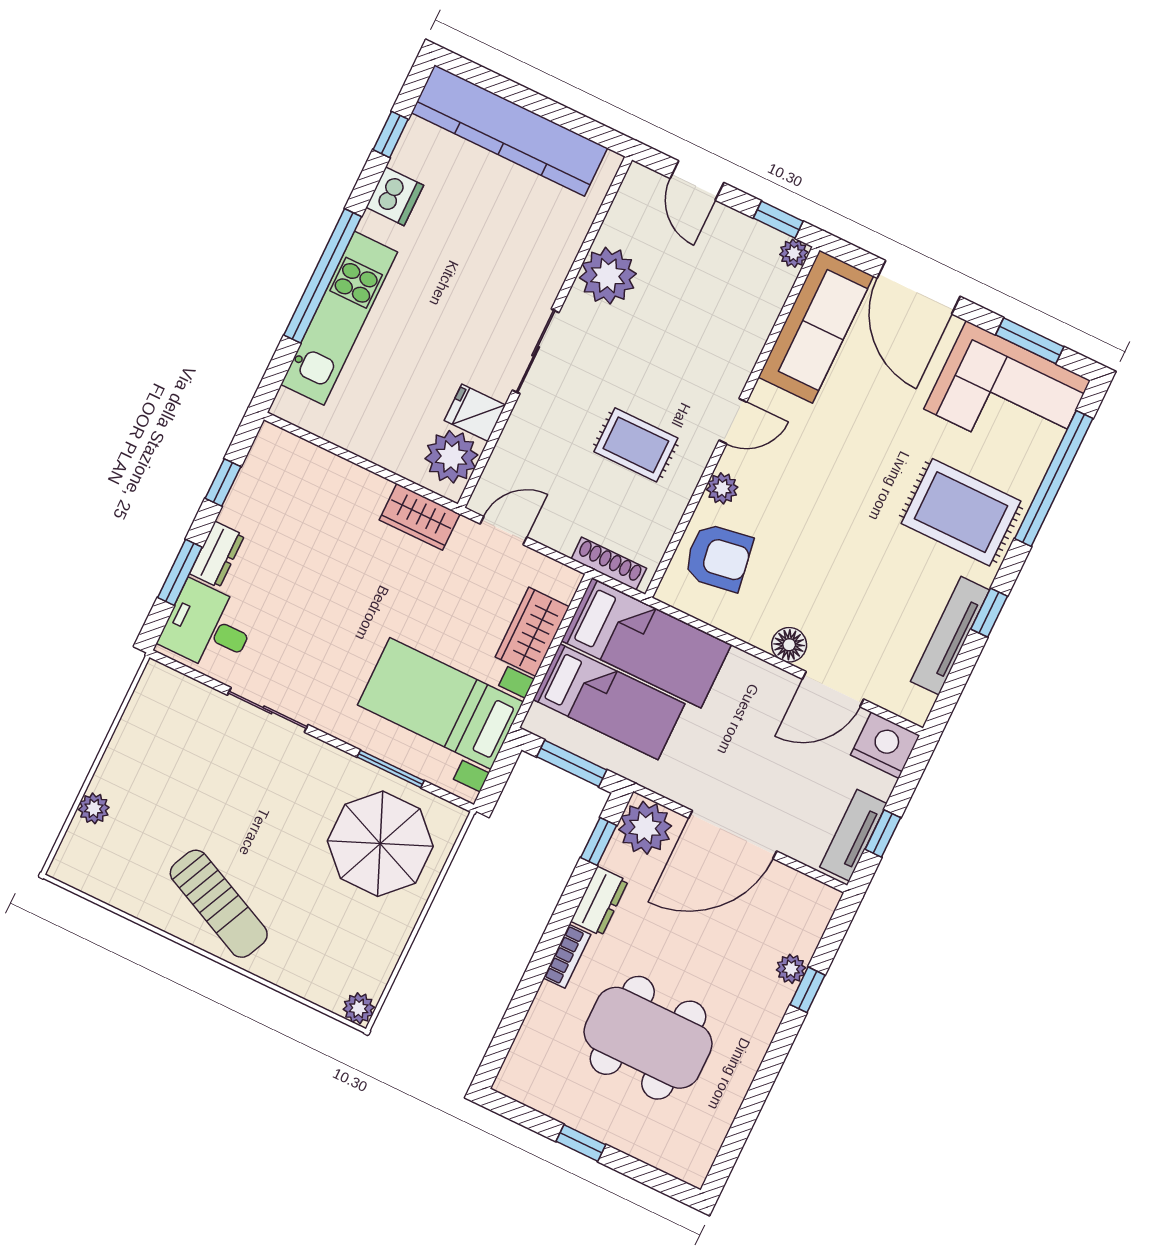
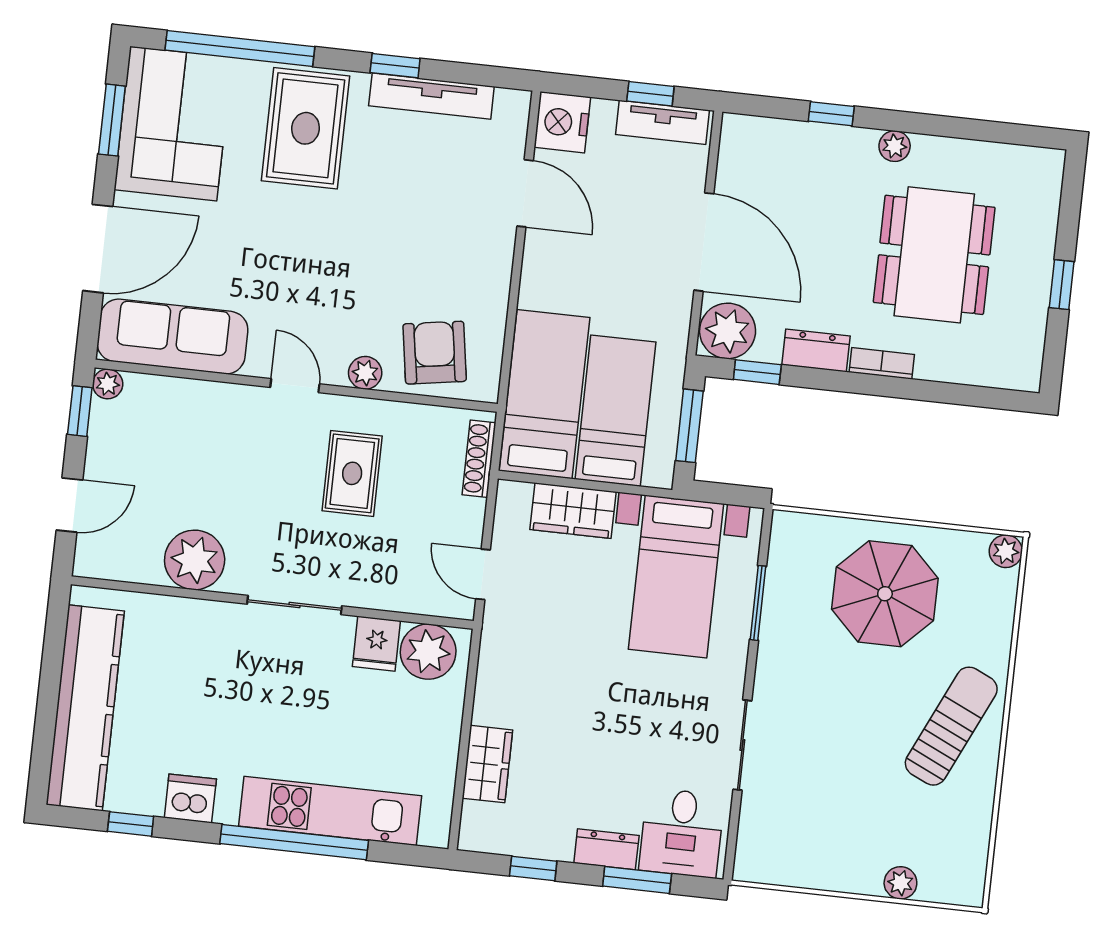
wardrobe: (420, 517) -> (487, 764), moved
floor lamp: (789, 645) -> (496, 252), removed
parasol: (380, 844) -> (885, 594), moved
plant: (791, 969) -> (895, 146), moved

